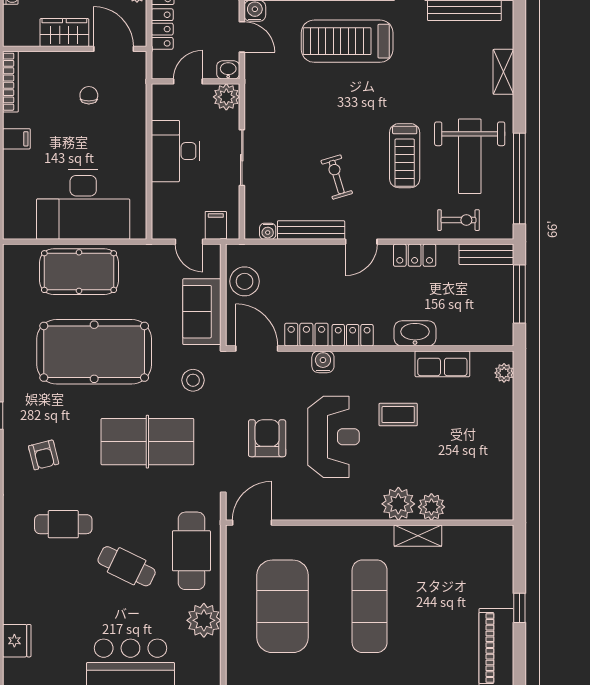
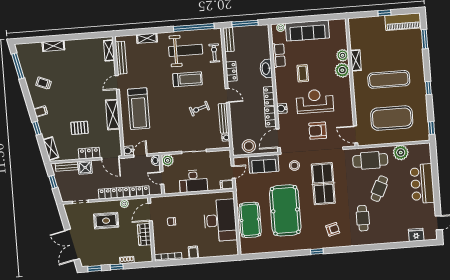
filing cabinet: (216, 225) -> (227, 185), moved
sofa: (493, 433) -> (307, 31), added

